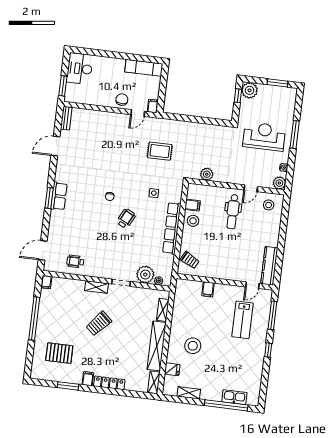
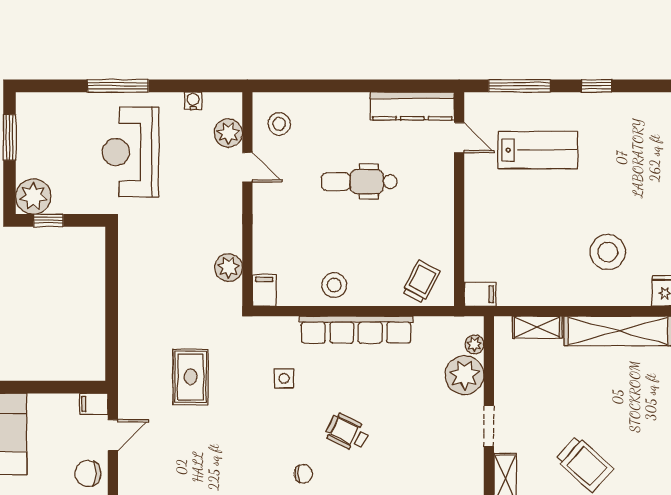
door: (138, 113) -> (113, 435), hinge flipped
plant: (279, 183) -> (228, 133), moved
filing cabinet: (192, 205) -> (264, 290), moved
dental chair: (233, 212) -> (359, 182), moved, turned 180
filing cabinet: (208, 289) -> (480, 294), moved

